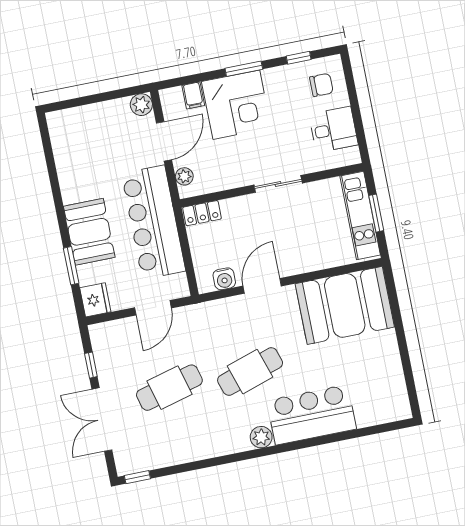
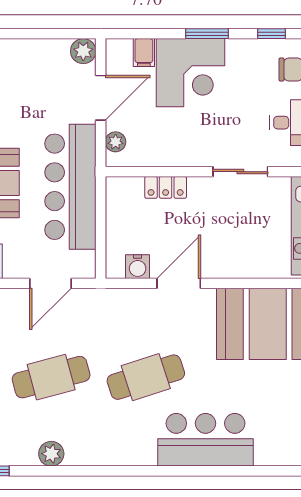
sliding door: (278, 184) -> (240, 172), moved
locker: (202, 213) -> (166, 187), moved
plant: (261, 437) -> (51, 454), moved

